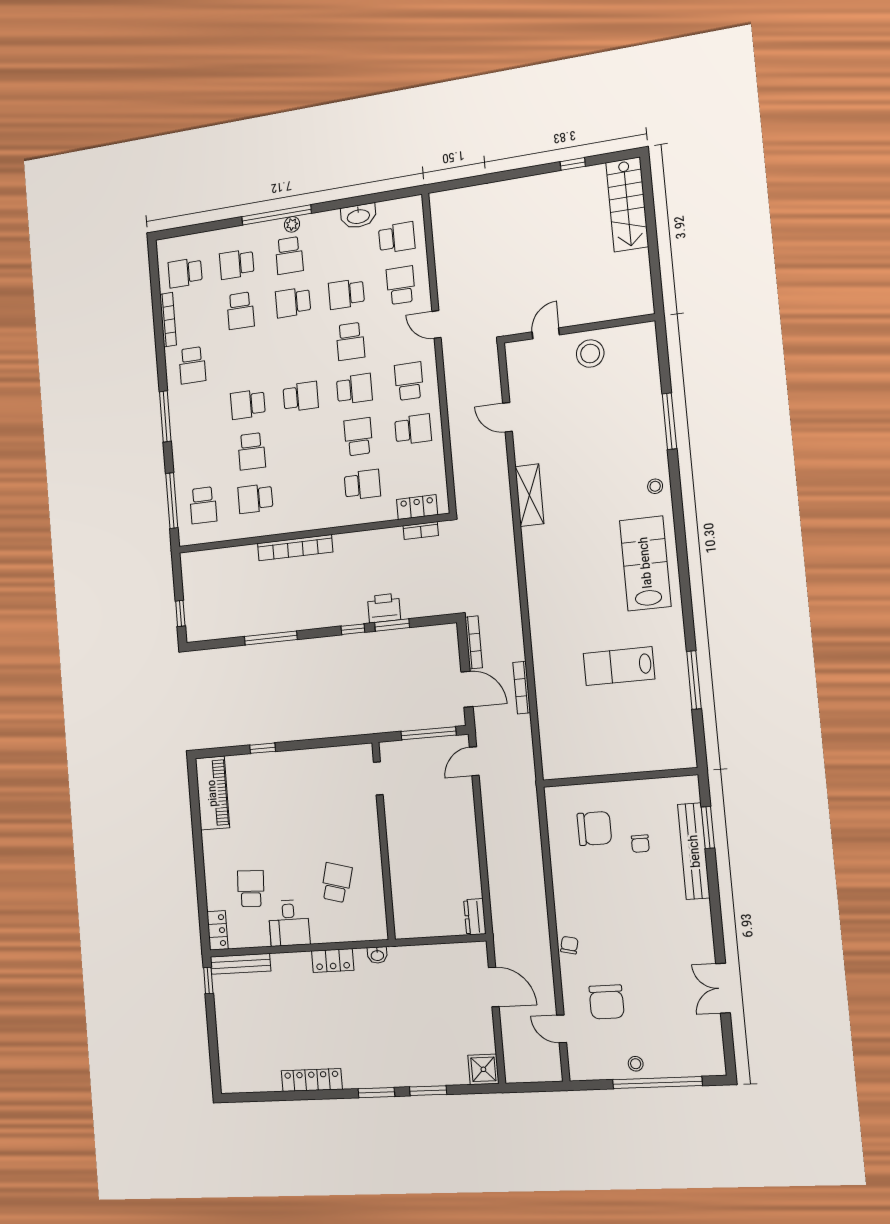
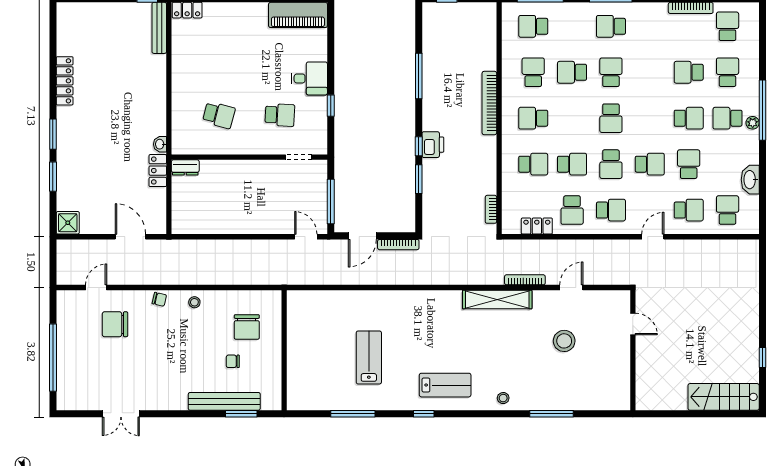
school desk: (397, 238) -> (728, 210), turned 180
school desk: (293, 302) -> (689, 118), turned 90
school desk: (350, 341) -> (650, 164), turned 180
stool: (590, 354) -> (564, 341), moved
school desk: (192, 365) -> (611, 26), moved
school desk: (362, 485) -> (533, 164), turned -90
school desk: (308, 492) -> (533, 118), added
shelving: (529, 495) -> (497, 300), width x1.47
locker: (417, 507) -> (537, 226), moved, turned -90
lab bench: (645, 563) -> (445, 385), width x0.73, depth x0.72
window: (685, 587) -> (424, 414), added
printer: (384, 608) -> (433, 145), moved
bookcase: (522, 688) -> (525, 280), moved
window: (263, 748) -> (331, 106), moved
school desk: (251, 889) -> (280, 115), moved
dresser: (475, 917) -> (185, 167), moved, turned 180
desk: (289, 923) -> (309, 78), moved, turned 180
locker: (333, 961) -> (158, 171), moved
door: (494, 987) -> (130, 237), swing flipped
double door: (723, 988) -> (121, 414), swing flipped
stool: (636, 1064) -> (194, 302), moved

